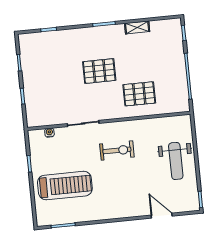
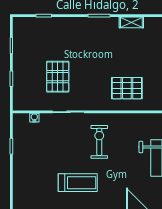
pallet: (99, 71) -> (58, 77), moved, turned 90
exercise bike: (117, 150) -> (99, 142), turned -90
treadmill: (65, 186) -> (78, 183), moved, width x0.73, depth x0.73

